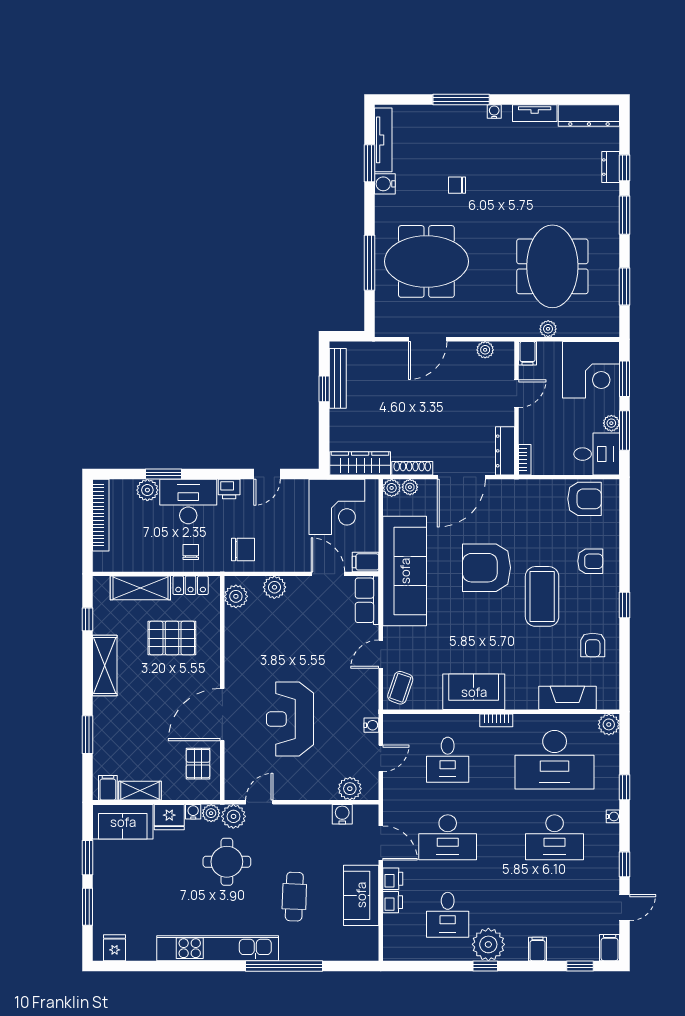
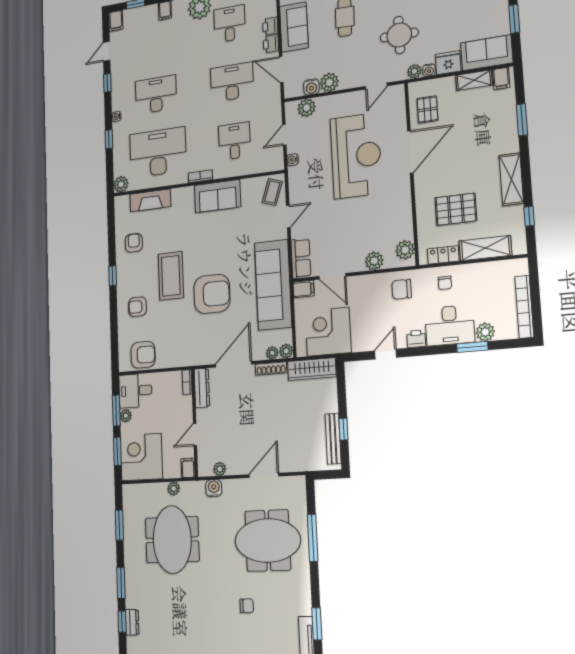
water cooler: (385, 184) -> (214, 488), moved, turned -90
armchair: (585, 499) -> (143, 355), turned 180
reception desk: (290, 719) -> (356, 156), width x1.36, depth x1.30
plant: (233, 816) -> (329, 82), moved

